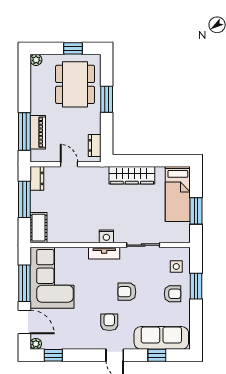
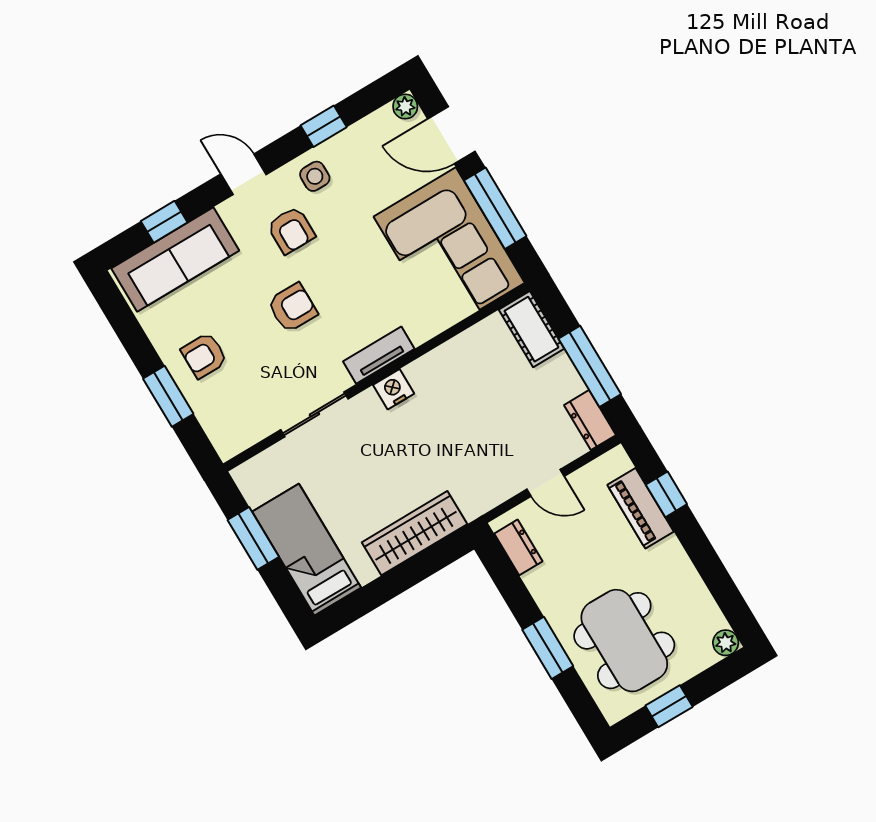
window: (24, 132) -> (666, 494), width x0.46
side table: (176, 267) -> (315, 176), moved
window: (53, 355) -> (324, 126), moved

